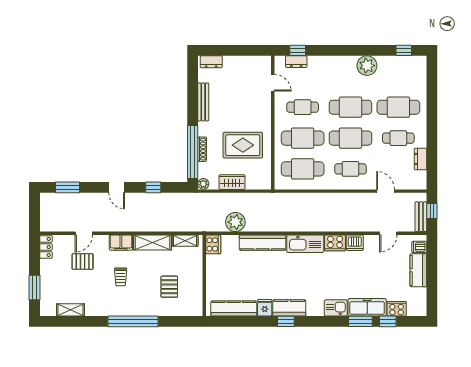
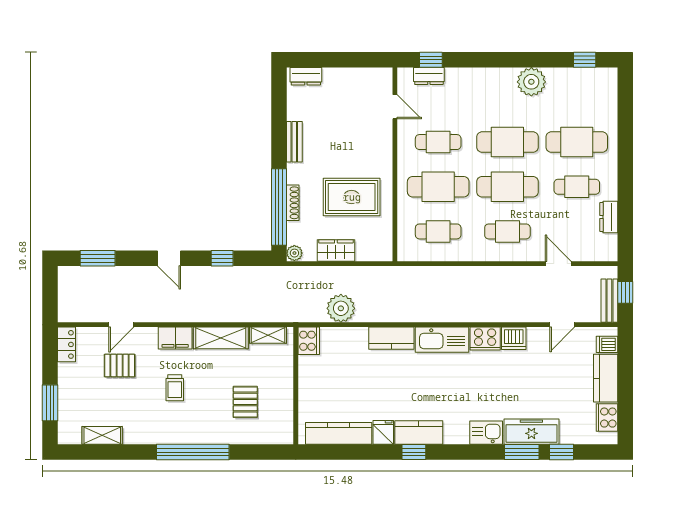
bench: (203, 102) -> (294, 142), width x0.73
cafe table: (303, 169) -> (438, 231), width x0.73, depth x0.74
kitchen counter: (263, 243) -> (391, 338), width x0.67
cooker: (397, 309) -> (607, 418), moved, turned -90

